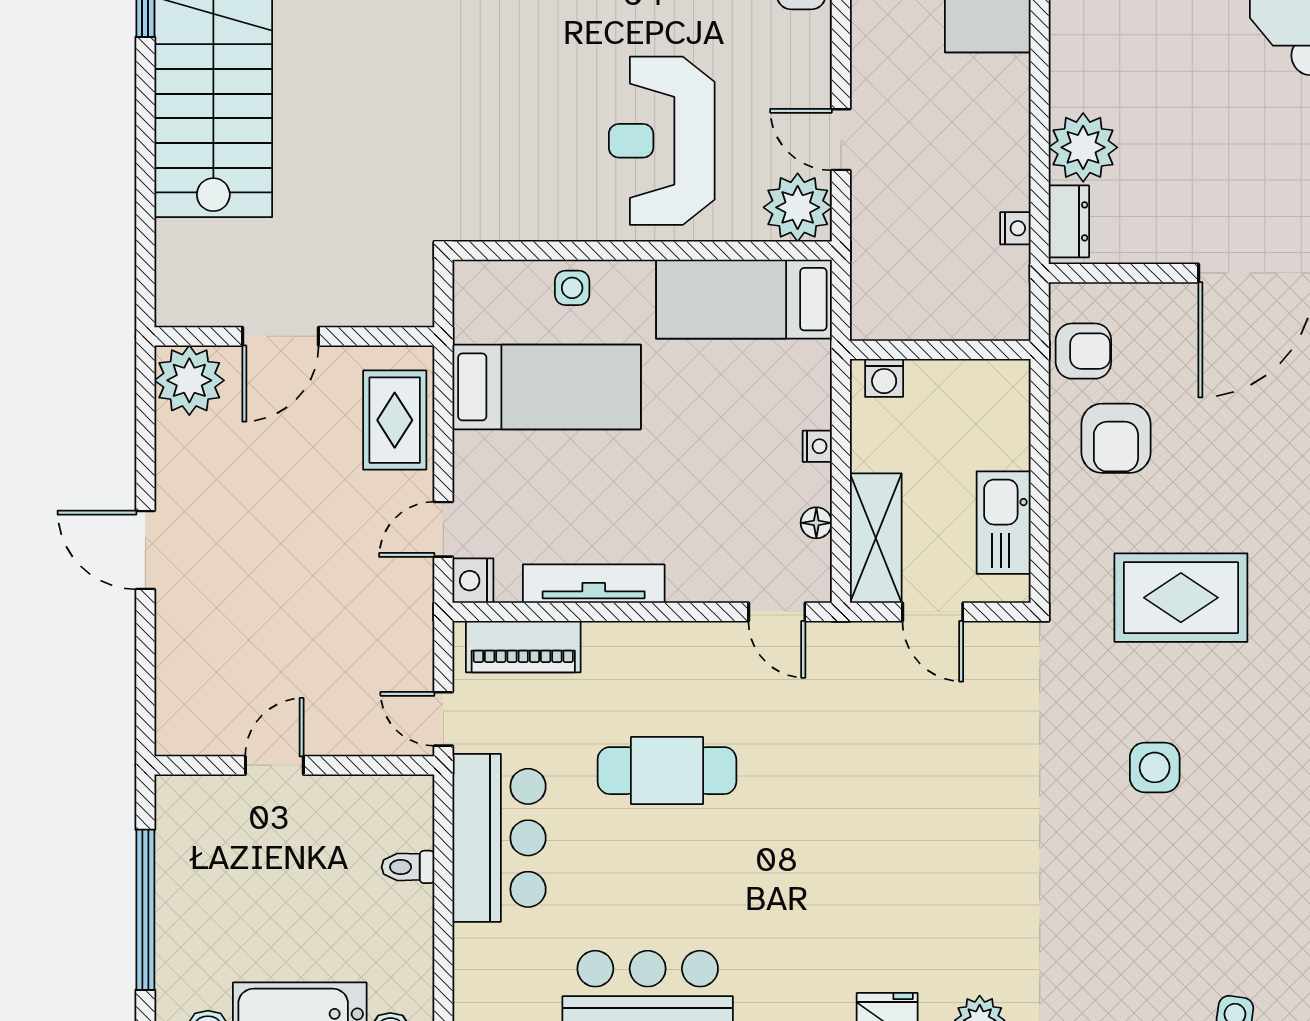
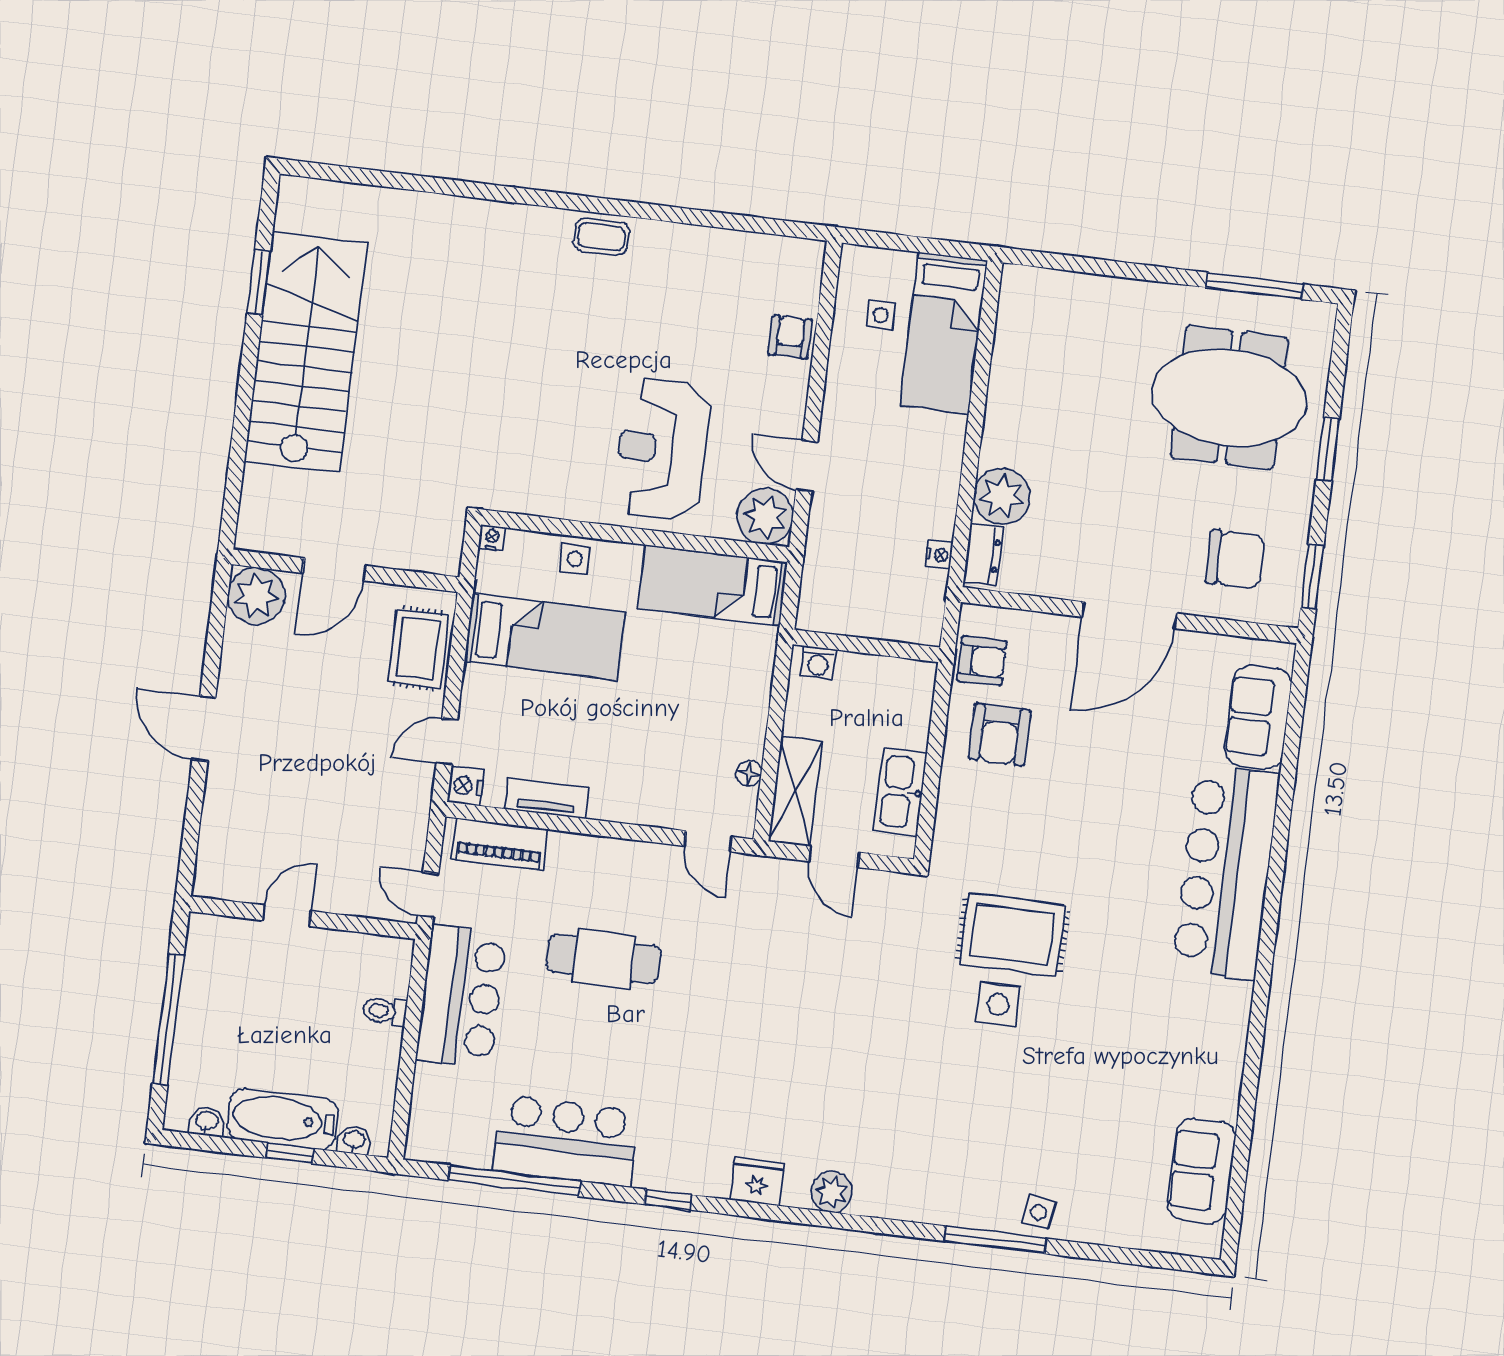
nightstand: (817, 446) -> (492, 538), moved, turned -90
tv unit: (594, 584) -> (546, 798), width x0.71
rug: (1181, 598) -> (1013, 935), moved

